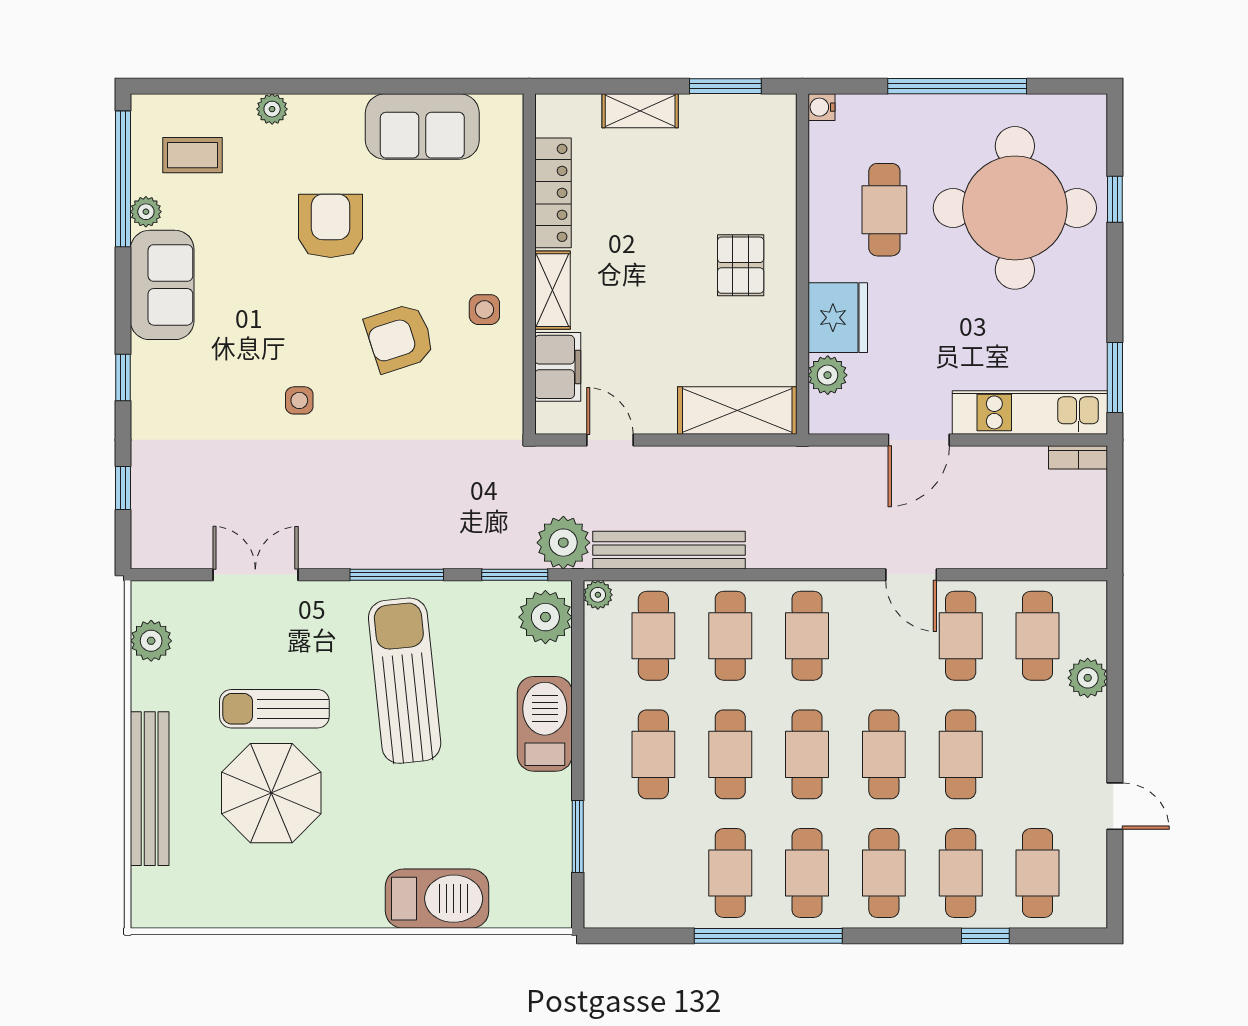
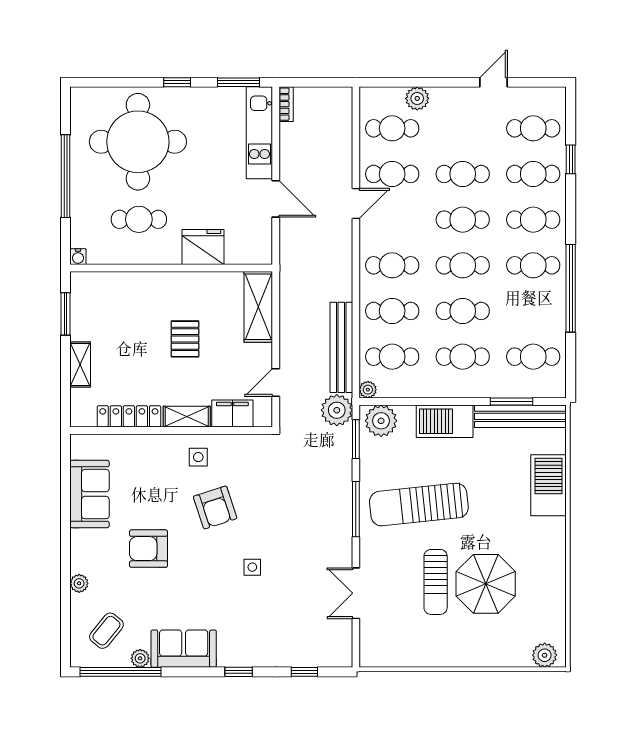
coffee table: (192, 155) -> (106, 631), turned 39
window: (1115, 199) -> (177, 82), moved
pallet: (741, 265) -> (185, 339), moved, turned 90
plant: (828, 375) -> (237, 253), removed
plant: (151, 641) -> (545, 655), moved
bench: (150, 789) -> (520, 416), moved
cafe table: (730, 873) -> (533, 357), moved

